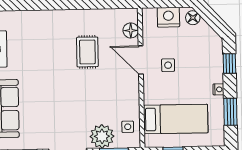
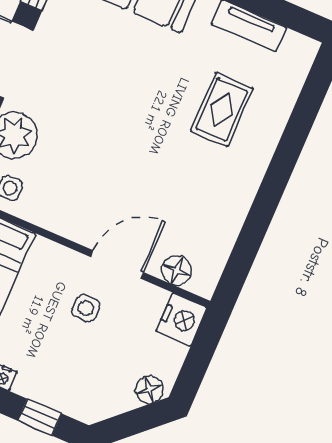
nightstand: (168, 17) -> (182, 319), moved
rug: (87, 52) -> (222, 110), moved, turned 90

